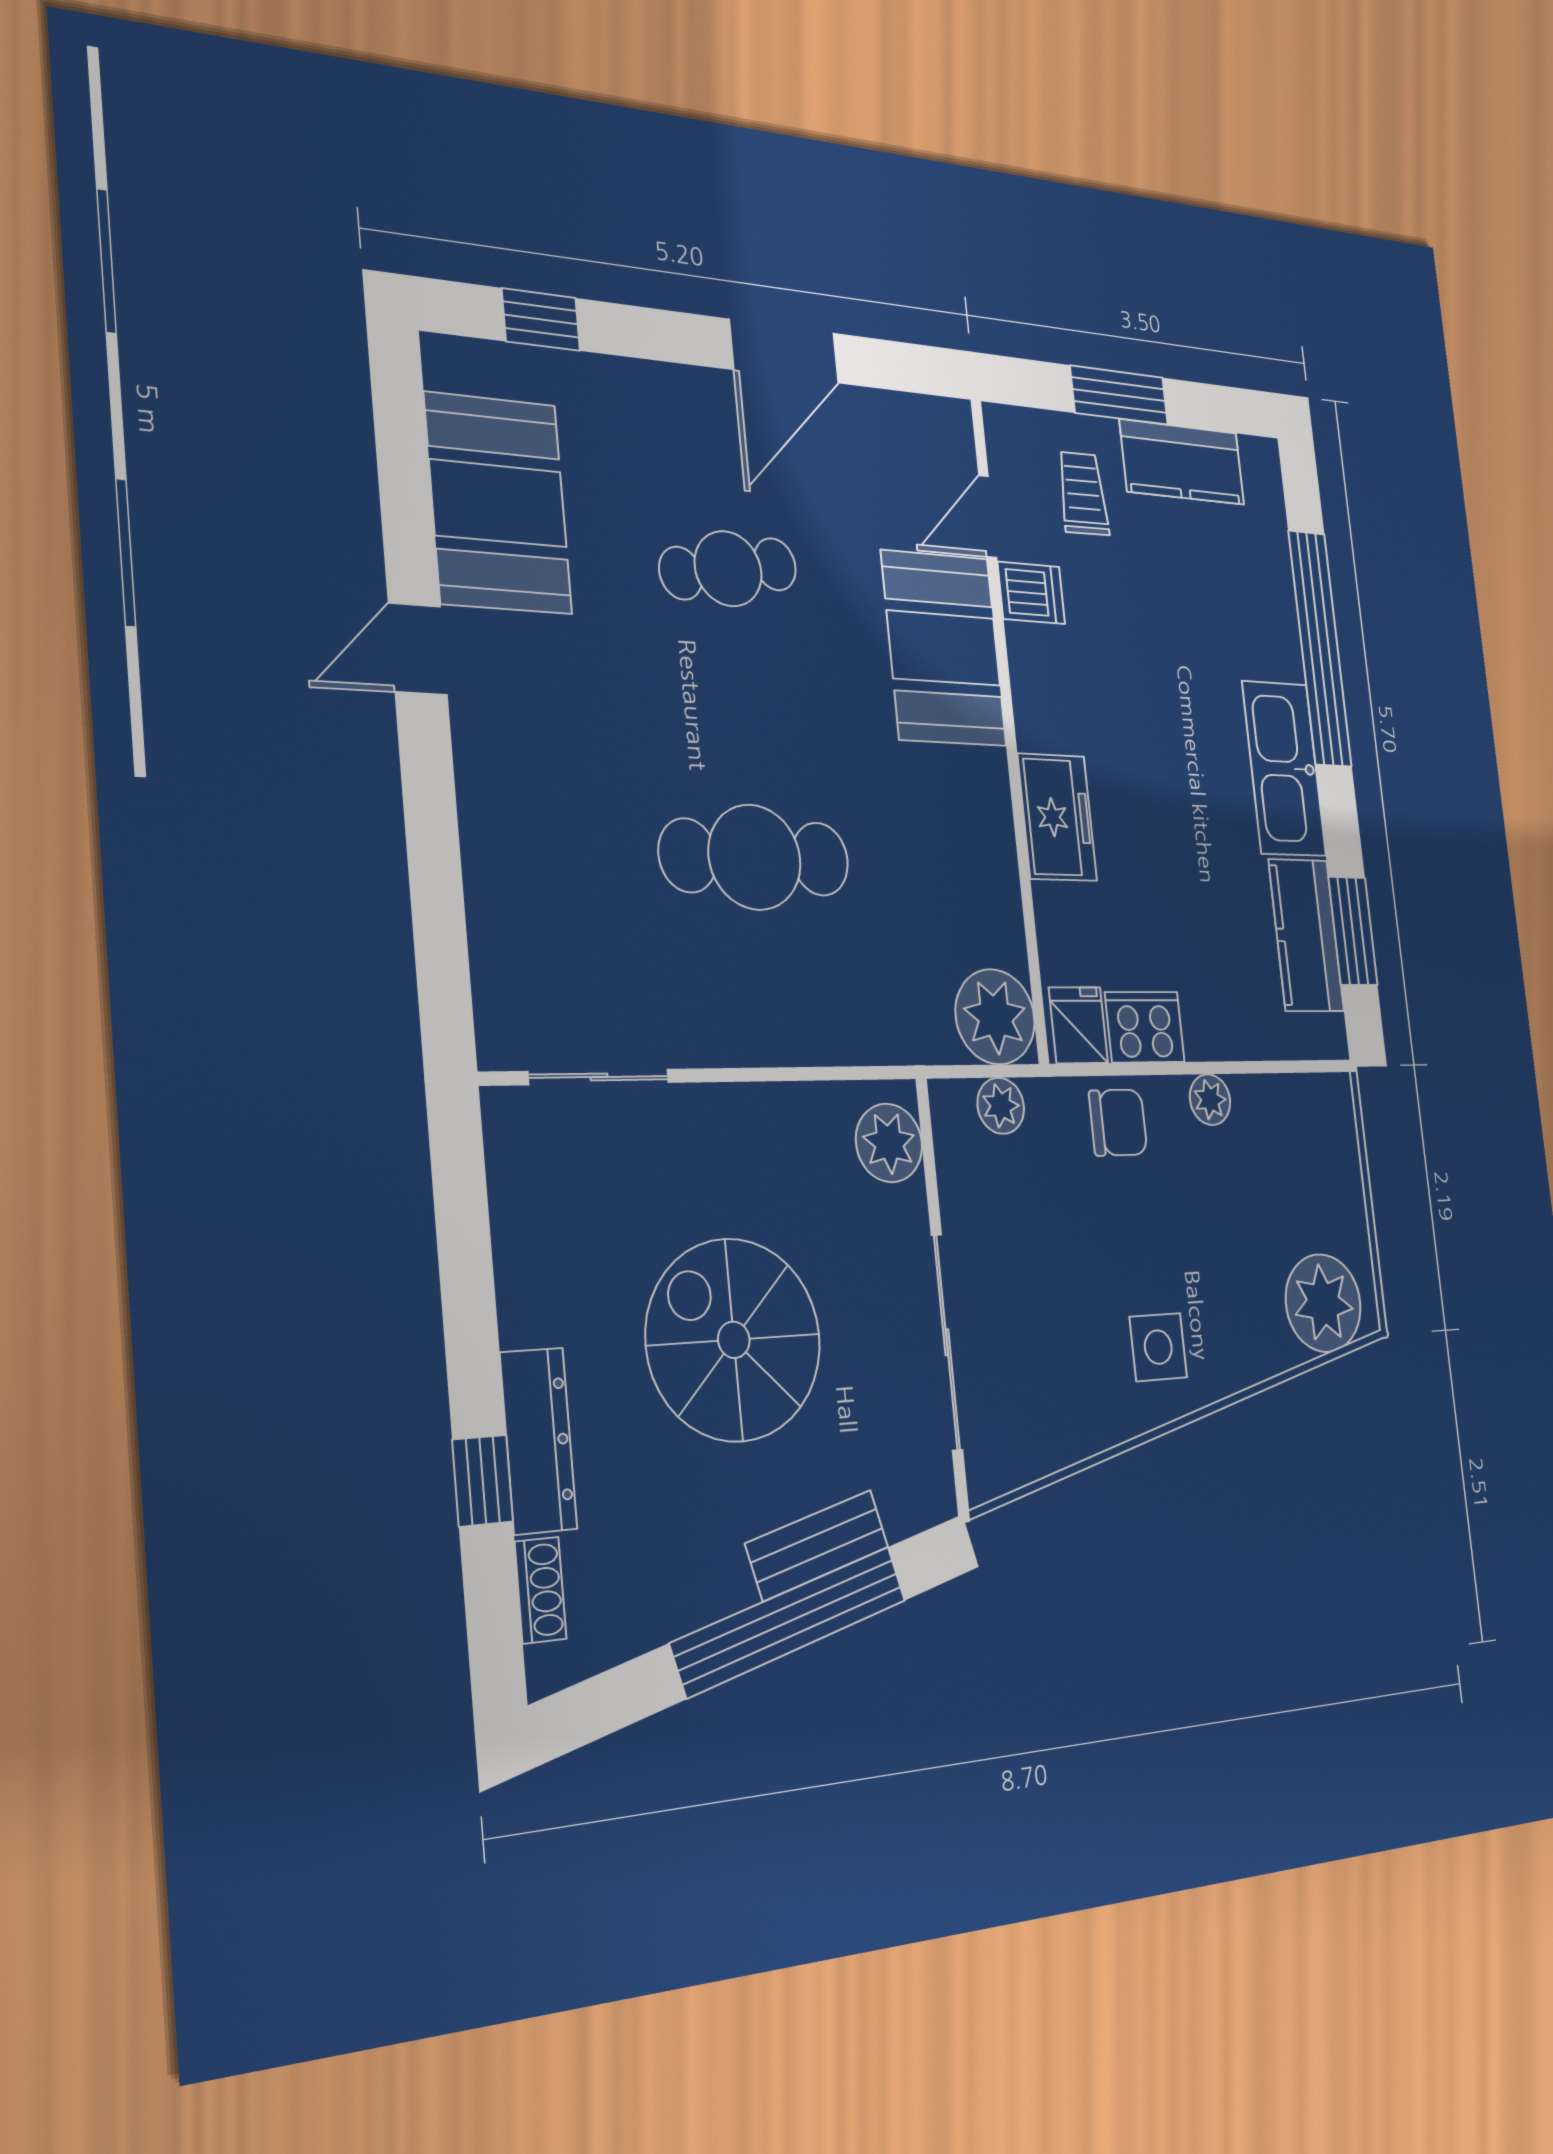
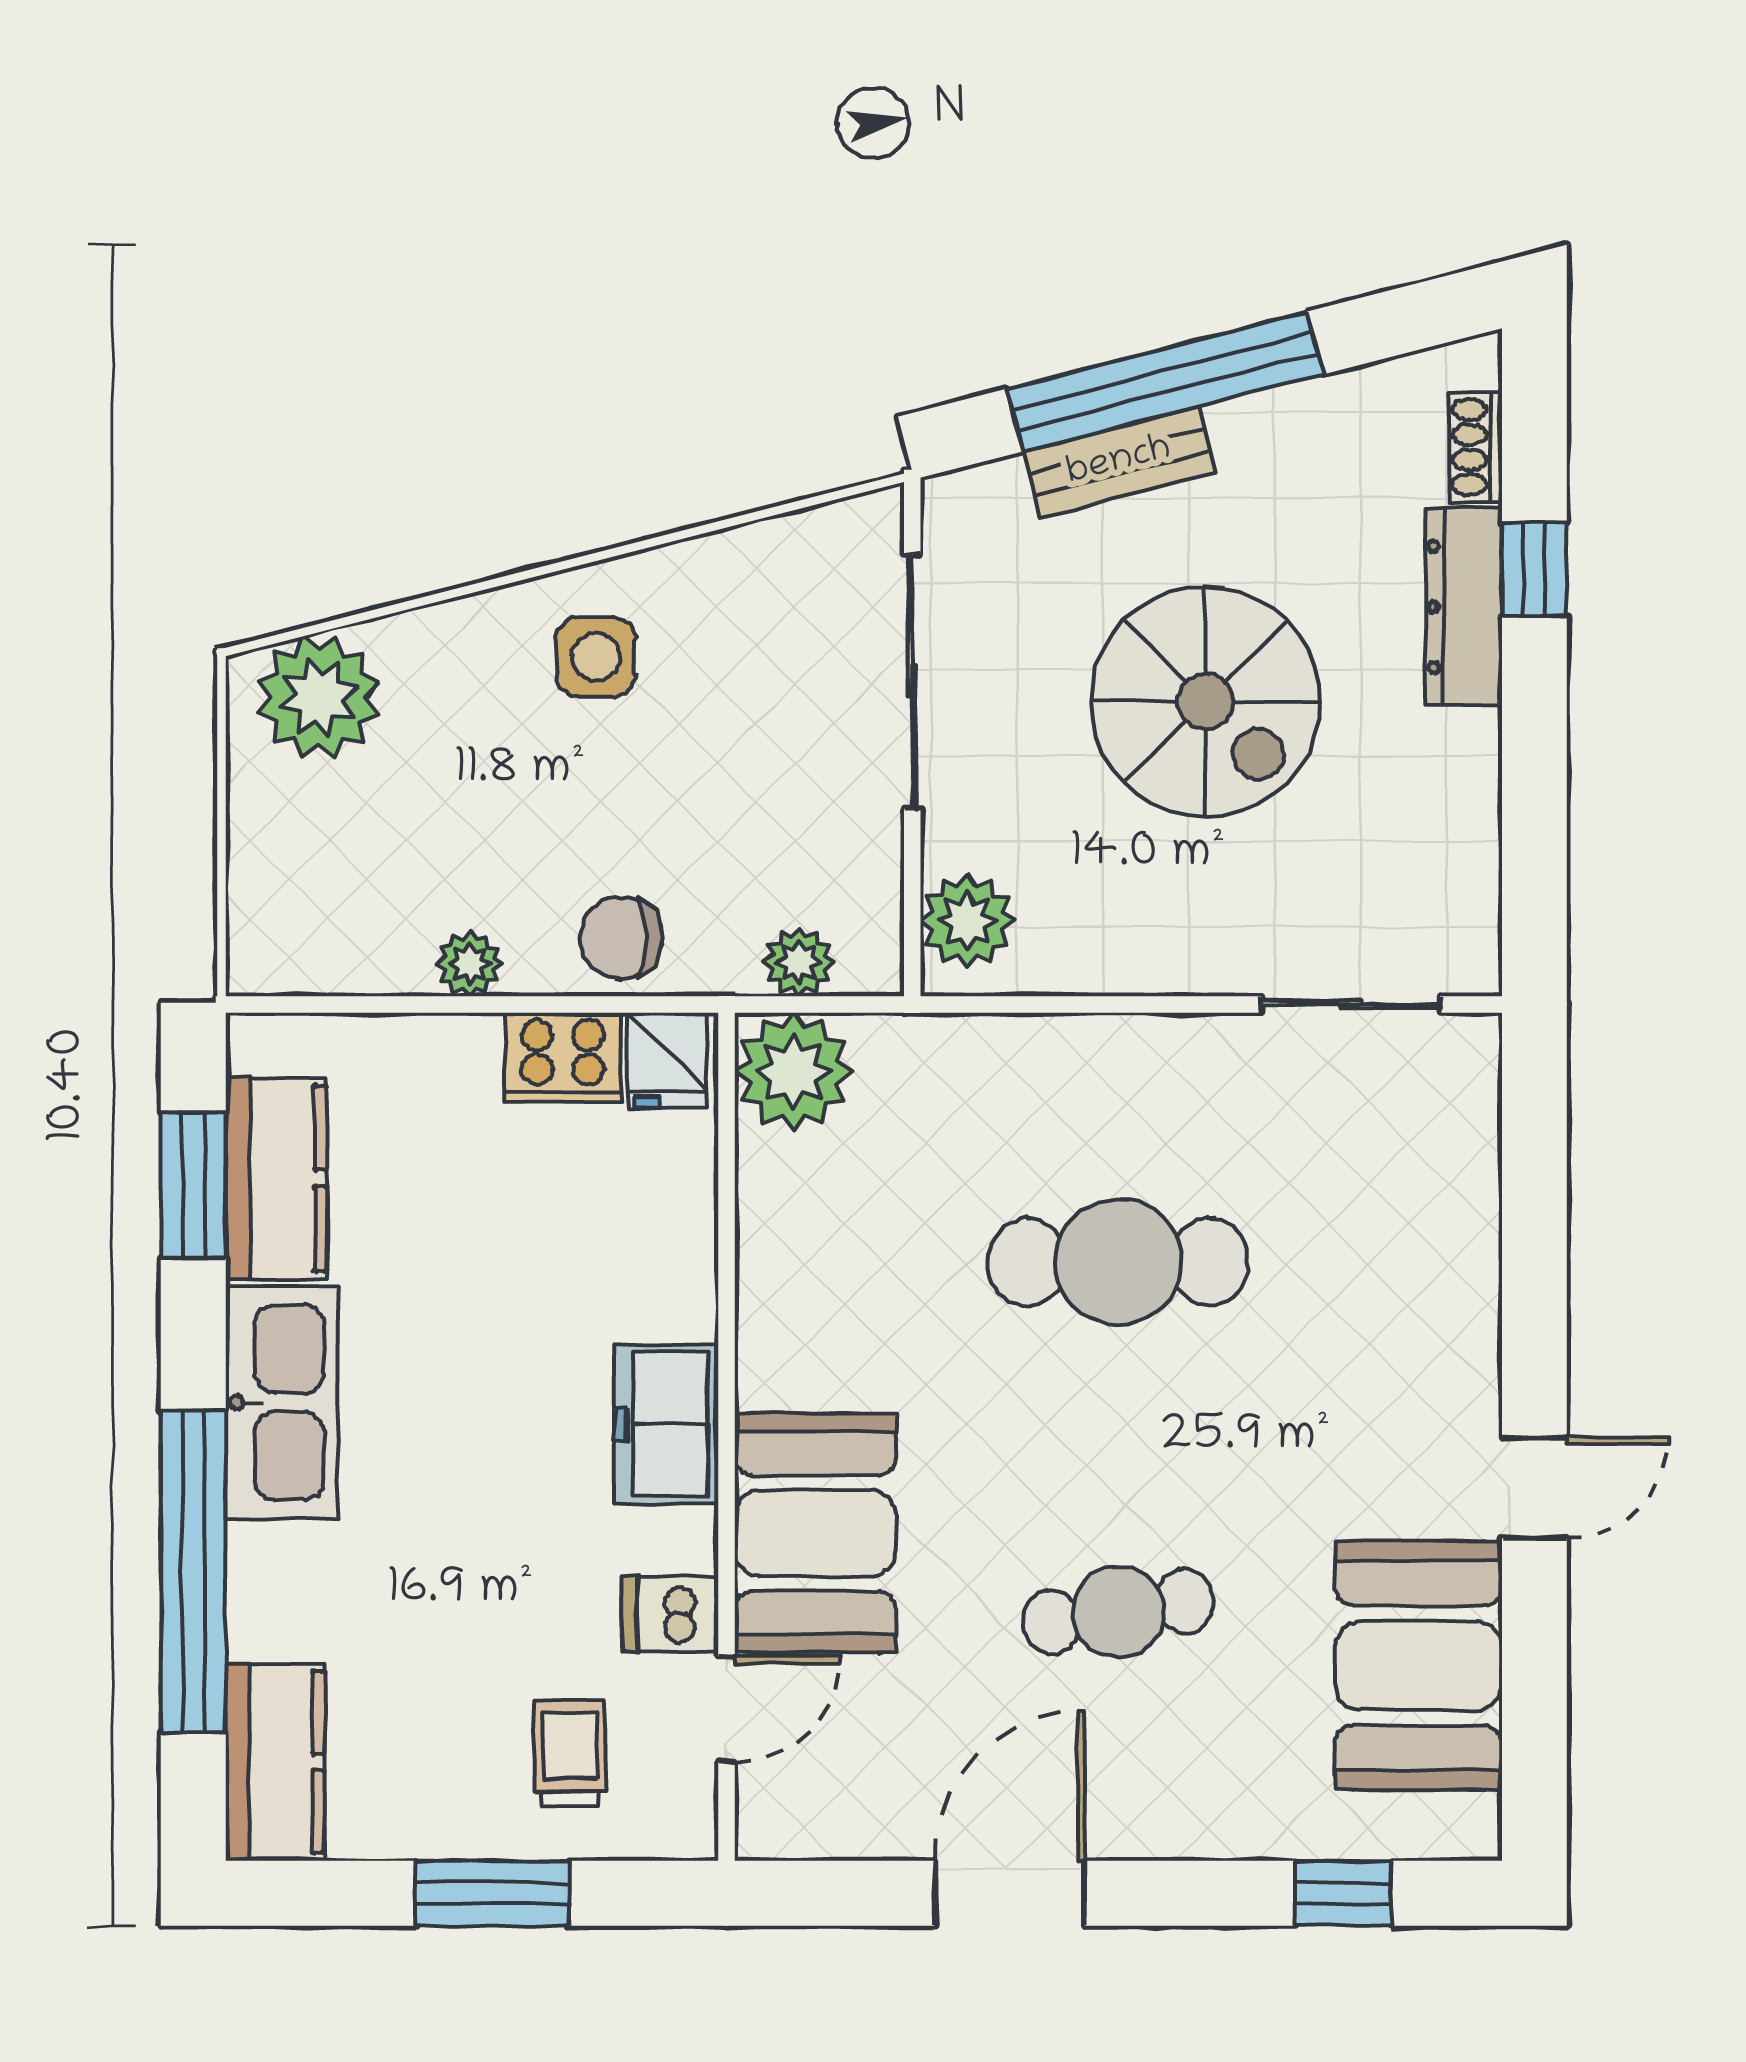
kitchen counter: (1182, 462) -> (275, 1762), moved, turned 90
trolley: (1083, 494) -> (570, 1753), turned 180
freezer: (1057, 817) -> (666, 1424), moved

